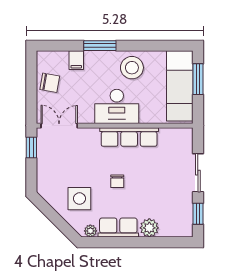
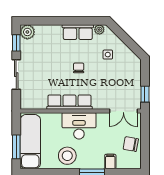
side table: (79, 199) -> (108, 55), width x0.54, depth x0.54
plant: (149, 228) -> (27, 32), moved

